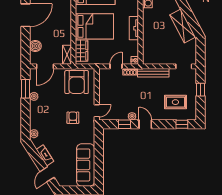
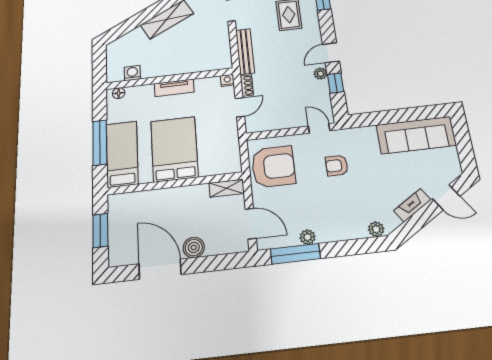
boiler: (35, 46) -> (194, 247), moved
wardrobe: (82, 51) -> (218, 165), removed
door: (116, 66) -> (240, 107), swing flipped
window: (26, 89) -> (295, 254), width x1.44

